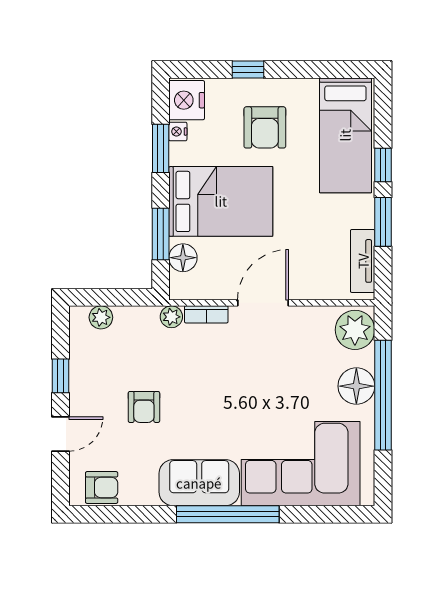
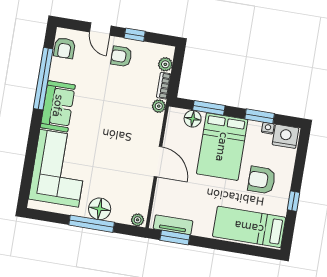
window: (248, 69) -> (294, 201), moved
window: (383, 165) -> (228, 246), removed
window: (383, 222) -> (175, 238), moved
bookcase: (206, 314) -> (164, 86), moved
plant: (355, 330) -> (138, 220), width x0.53, depth x0.53
window: (383, 395) -> (92, 224), width x0.68
armchair: (144, 407) -> (121, 56), moved
window: (228, 514) -> (43, 79), moved

